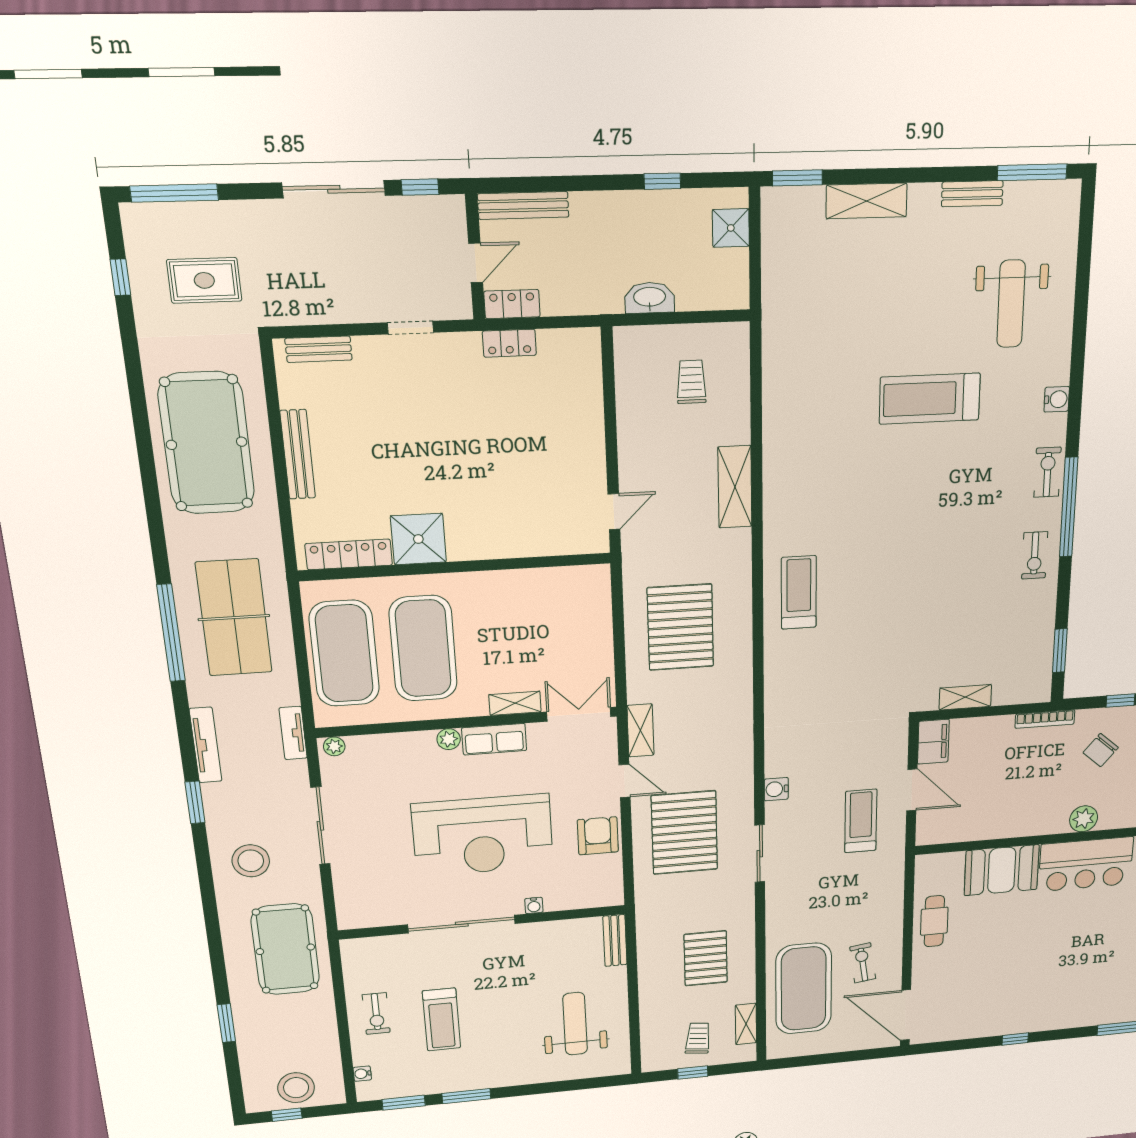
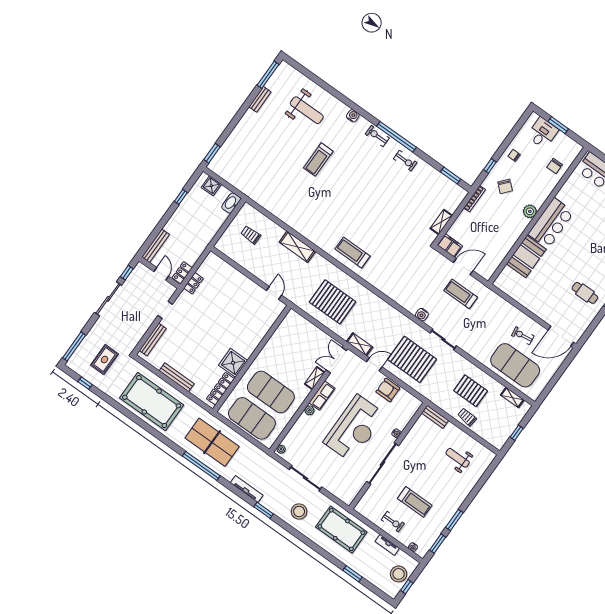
shelving: (867, 201) -> (236, 136), removed
washbasin: (650, 298) -> (231, 203), moved
bench: (319, 349) -> (153, 340), width x1.36
treadmill: (930, 399) -> (318, 160), width x0.73, depth x0.73
tv unit: (293, 733) -> (387, 545), moved
cafe table: (934, 921) -> (585, 293), moved
weight bench: (575, 1024) -> (458, 458), width x0.73, depth x0.75
trolley: (698, 1038) -> (467, 417), moved

